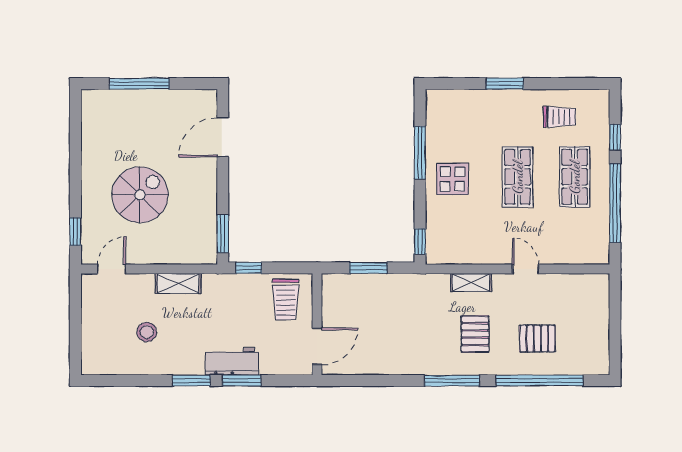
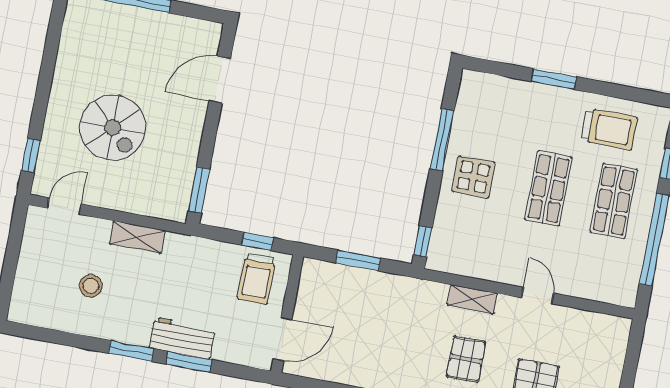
trolley: (559, 117) -> (609, 129), width x1.36, depth x1.39
spiral stairs: (140, 195) -> (113, 127), turned 90
window: (249, 268) -> (258, 241), moved

